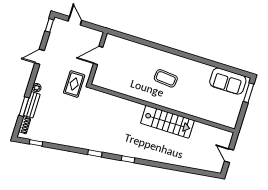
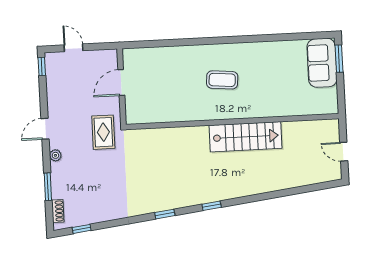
door: (40, 57) -> (45, 129), moved
sofa: (228, 81) -> (322, 63), moved, turned 90
bench: (32, 105) -> (57, 180), removed

